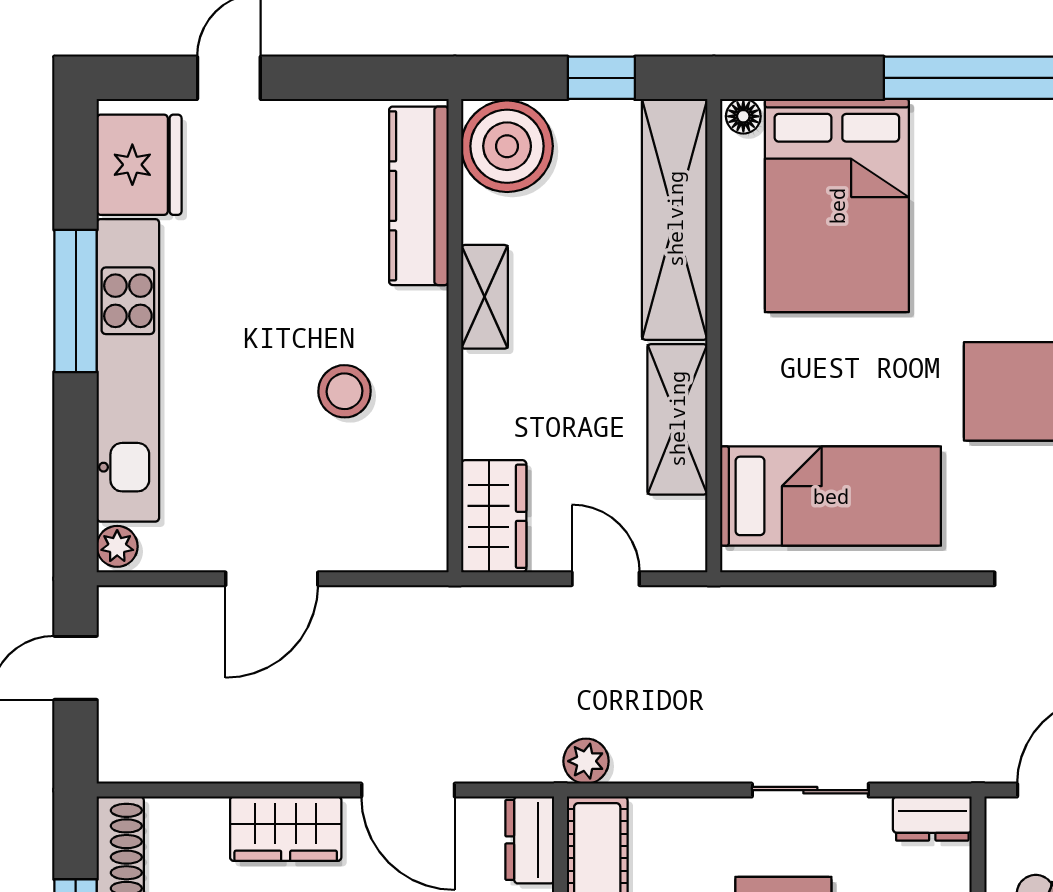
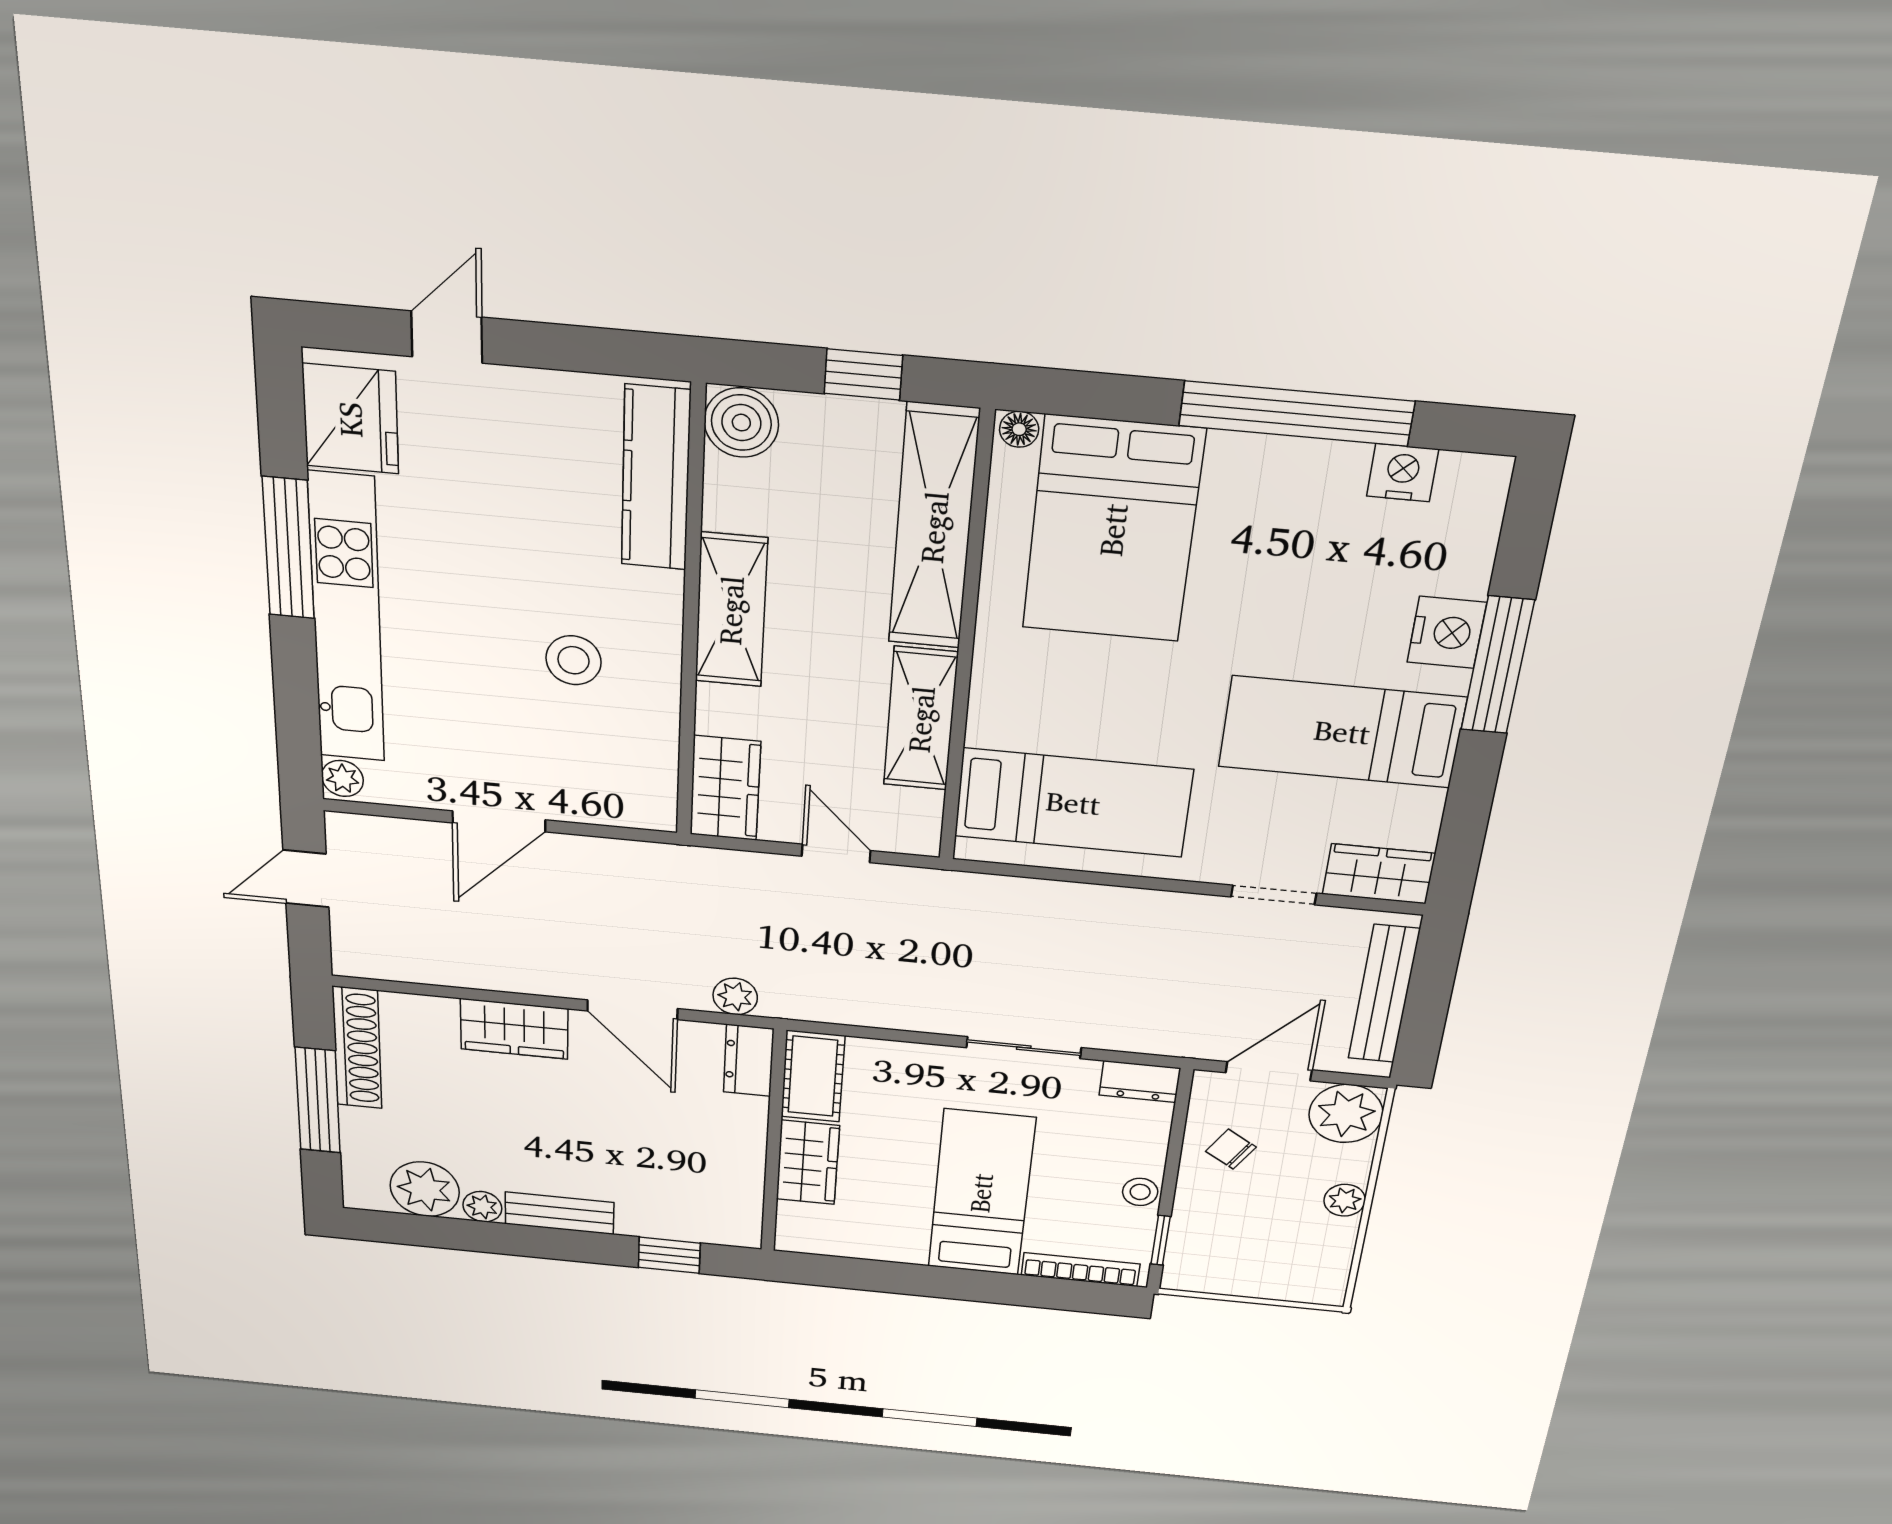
boiler: (507, 146) -> (741, 423), width x0.73, depth x0.73
shelving: (485, 297) -> (731, 610), width x1.50, depth x1.33
plant: (586, 761) -> (735, 996), moved

